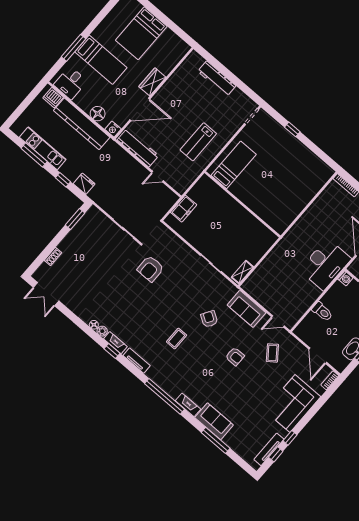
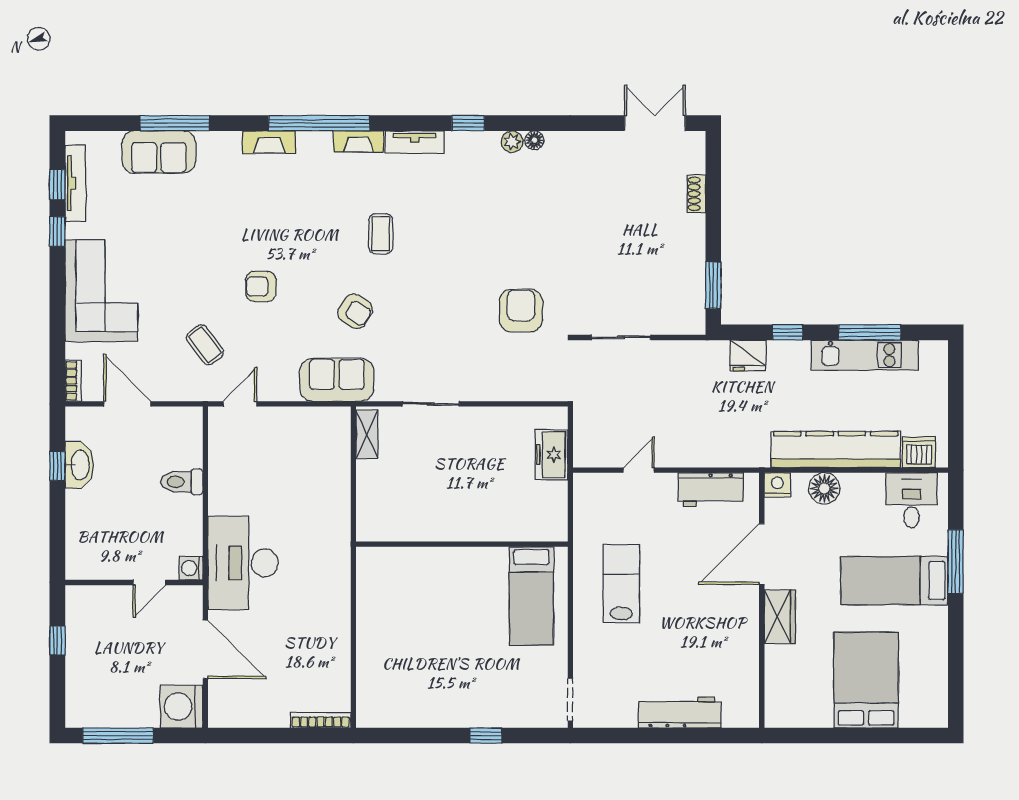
workbench: (138, 148) -> (711, 490), width x0.73
sofa: (246, 309) -> (337, 380), moved
fireplace: (115, 343) -> (358, 141), moved
sofa: (214, 421) -> (159, 152), moved

